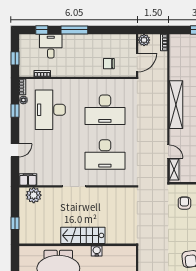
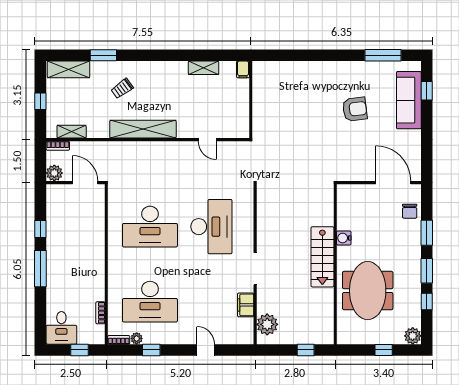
window: (42, 30) -> (40, 229), moved
desk: (51, 46) -> (61, 328), moved, turned -90
chair: (109, 64) -> (87, 221), removed
desk: (105, 110) -> (150, 227), turned 90
door: (168, 152) -> (207, 140), swing flipped
shelving: (174, 169) -> (72, 132), moved
filing cabinet: (28, 179) -> (246, 305), moved
armchair: (184, 203) -> (278, 118), removed

